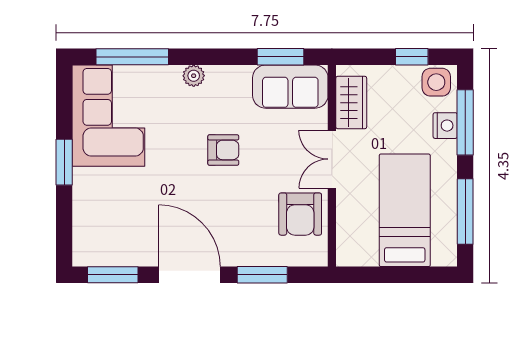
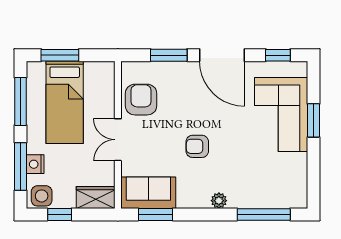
wardrobe: (351, 103) -> (96, 197), moved, turned 90
corner sofa: (108, 116) -> (281, 115), moved
double door: (332, 159) -> (118, 140), swing flipped
window: (64, 162) -> (313, 120), moved
window: (113, 275) -> (278, 55), width x0.67
window: (411, 275) -> (60, 55), added

